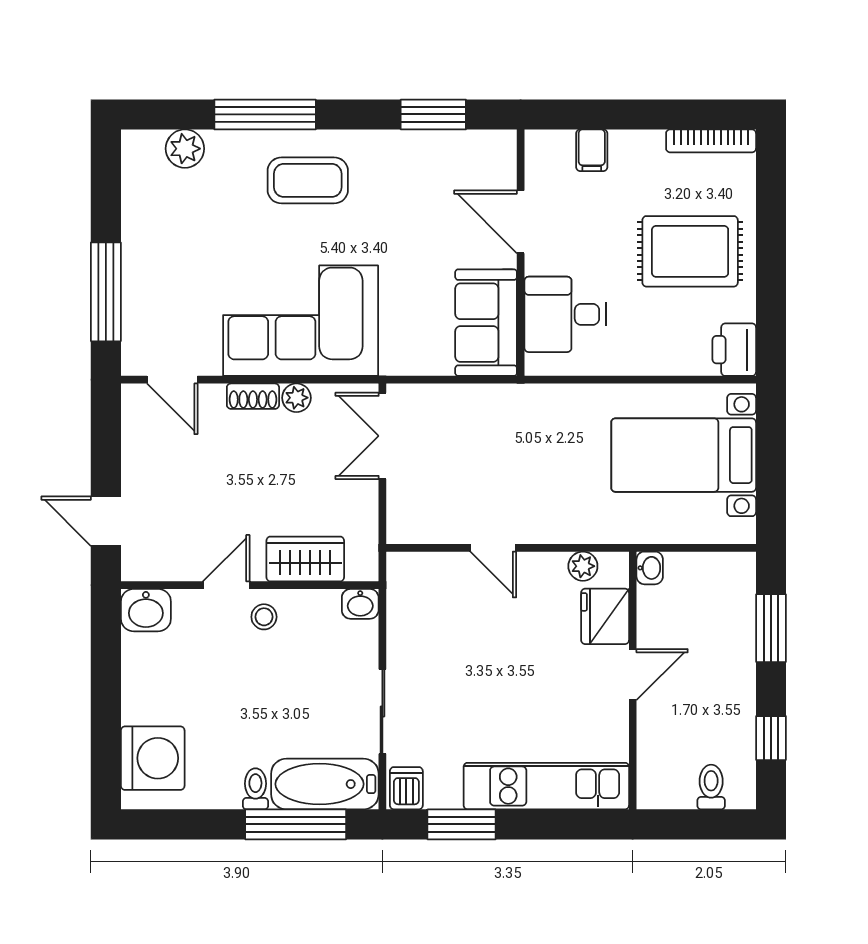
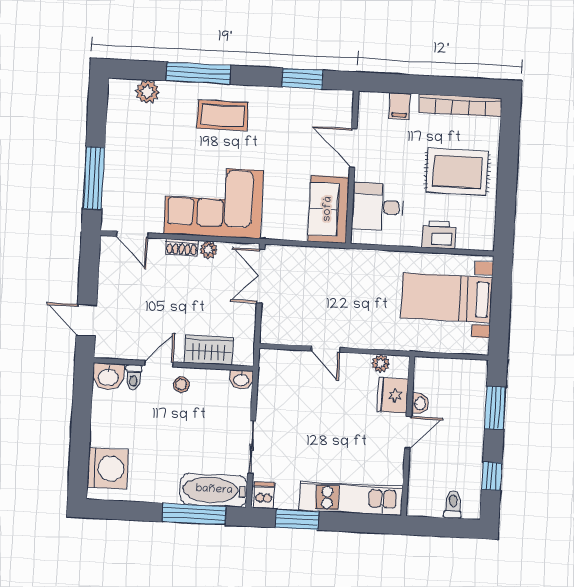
bookcase: (711, 141) -> (460, 106), width x1.48, depth x1.31
printer: (734, 350) -> (439, 235), moved, turned 90
washbasin: (650, 568) -> (420, 403), moved
toilet: (255, 789) -> (133, 377), moved, turned 180

